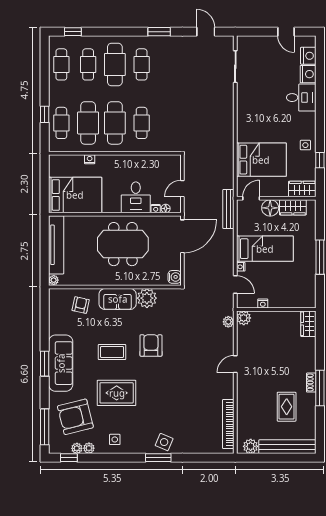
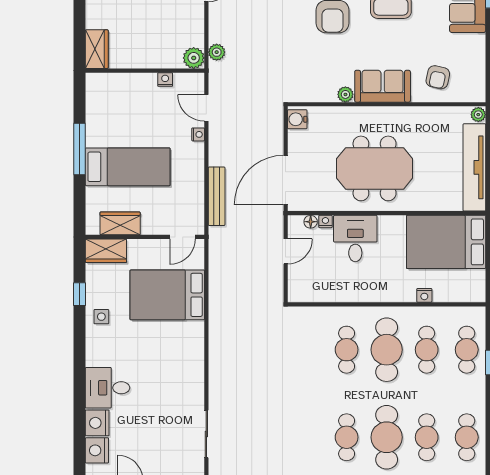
cafe table: (88, 123) -> (427, 350), width x0.73, depth x0.74
floor lamp: (270, 208) -> (154, 223), removed
bench: (228, 209) -> (217, 196), moved
bed: (265, 249) -> (128, 167), moved, turned 180
plant: (147, 298) -> (345, 94), width x0.53, depth x0.53

